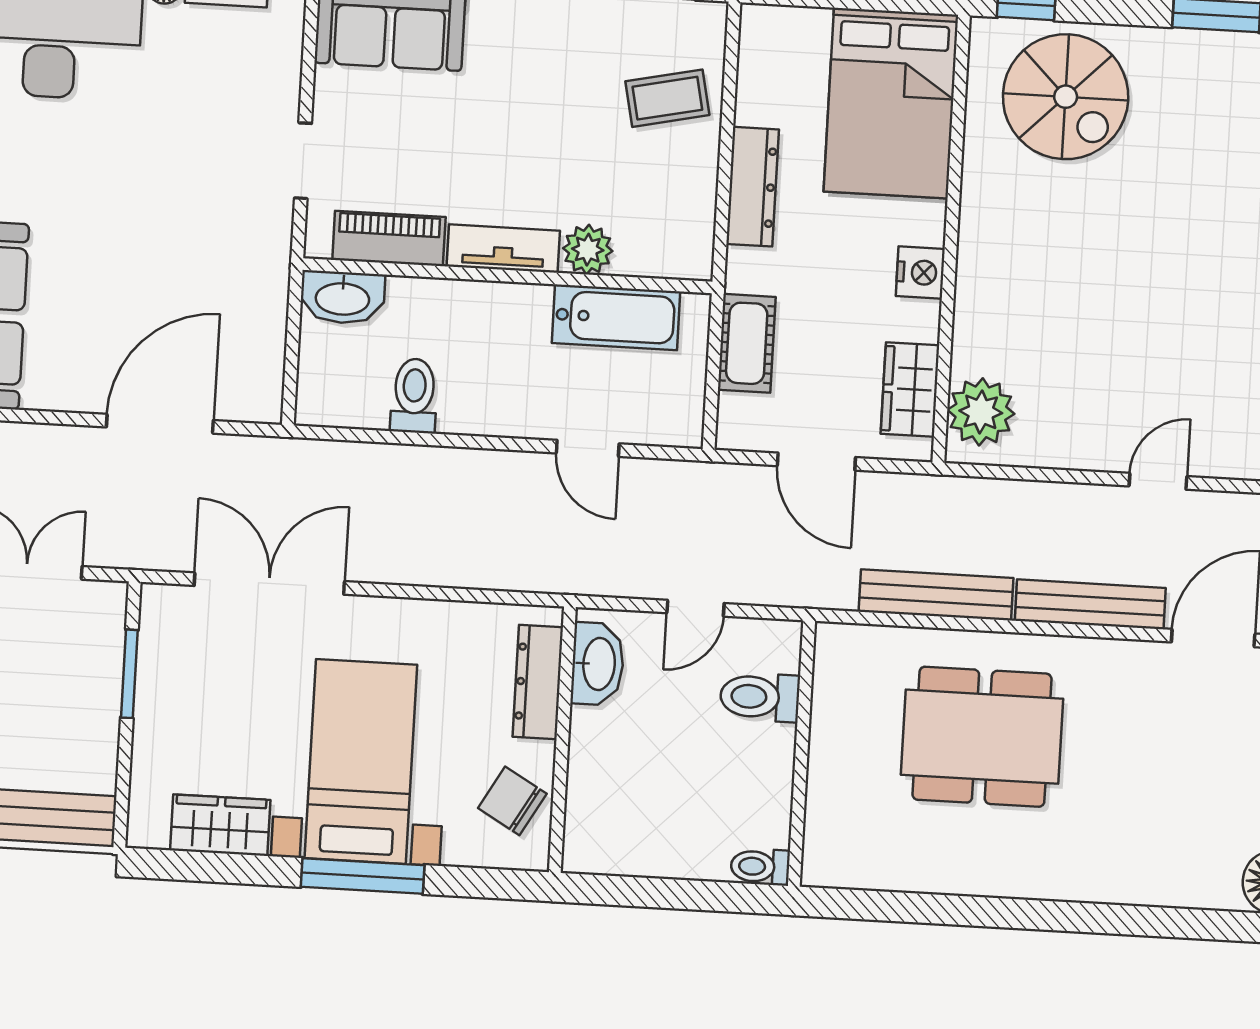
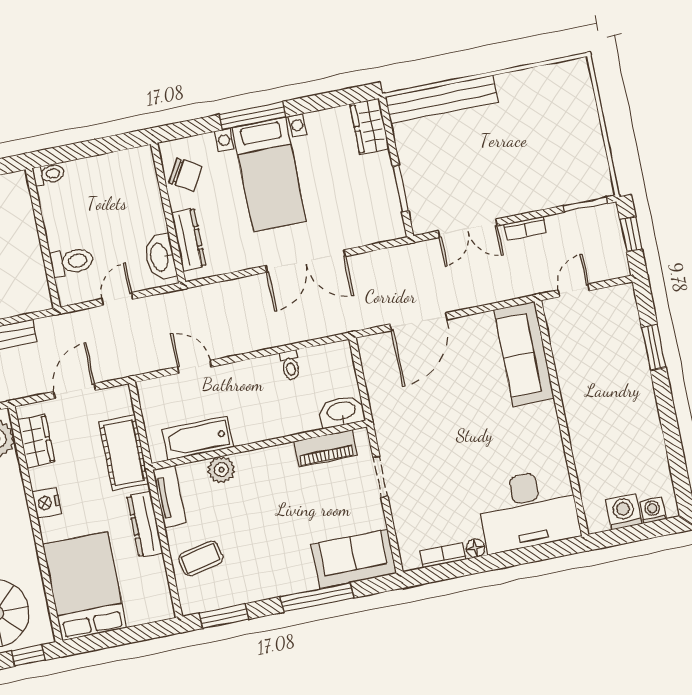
tv unit: (503, 249) -> (170, 497), moved, turned -90
cot: (747, 343) -> (124, 453), width x1.37, depth x1.34
toilet: (414, 396) -> (290, 365), width x0.73, depth x0.72
door: (816, 462) -> (75, 391), hinge flipped
double door: (269, 584) -> (306, 261), moved
wardrobe: (220, 825) -> (370, 126), moved, turned 90

